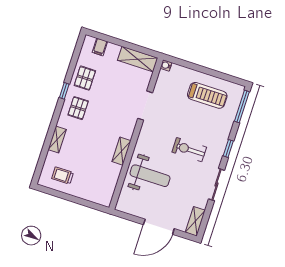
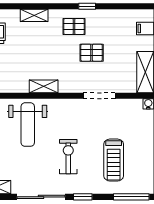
pallet: (85, 78) -> (92, 53), moved
treadmill: (207, 95) -> (114, 160), moved
sliding door: (216, 185) -> (41, 197), width x1.37

